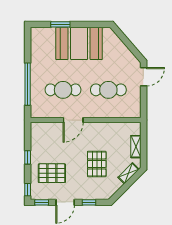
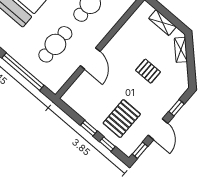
pallet: (97, 164) -> (148, 71), width x0.67, depth x0.71
window: (28, 190) -> (107, 144), moved

